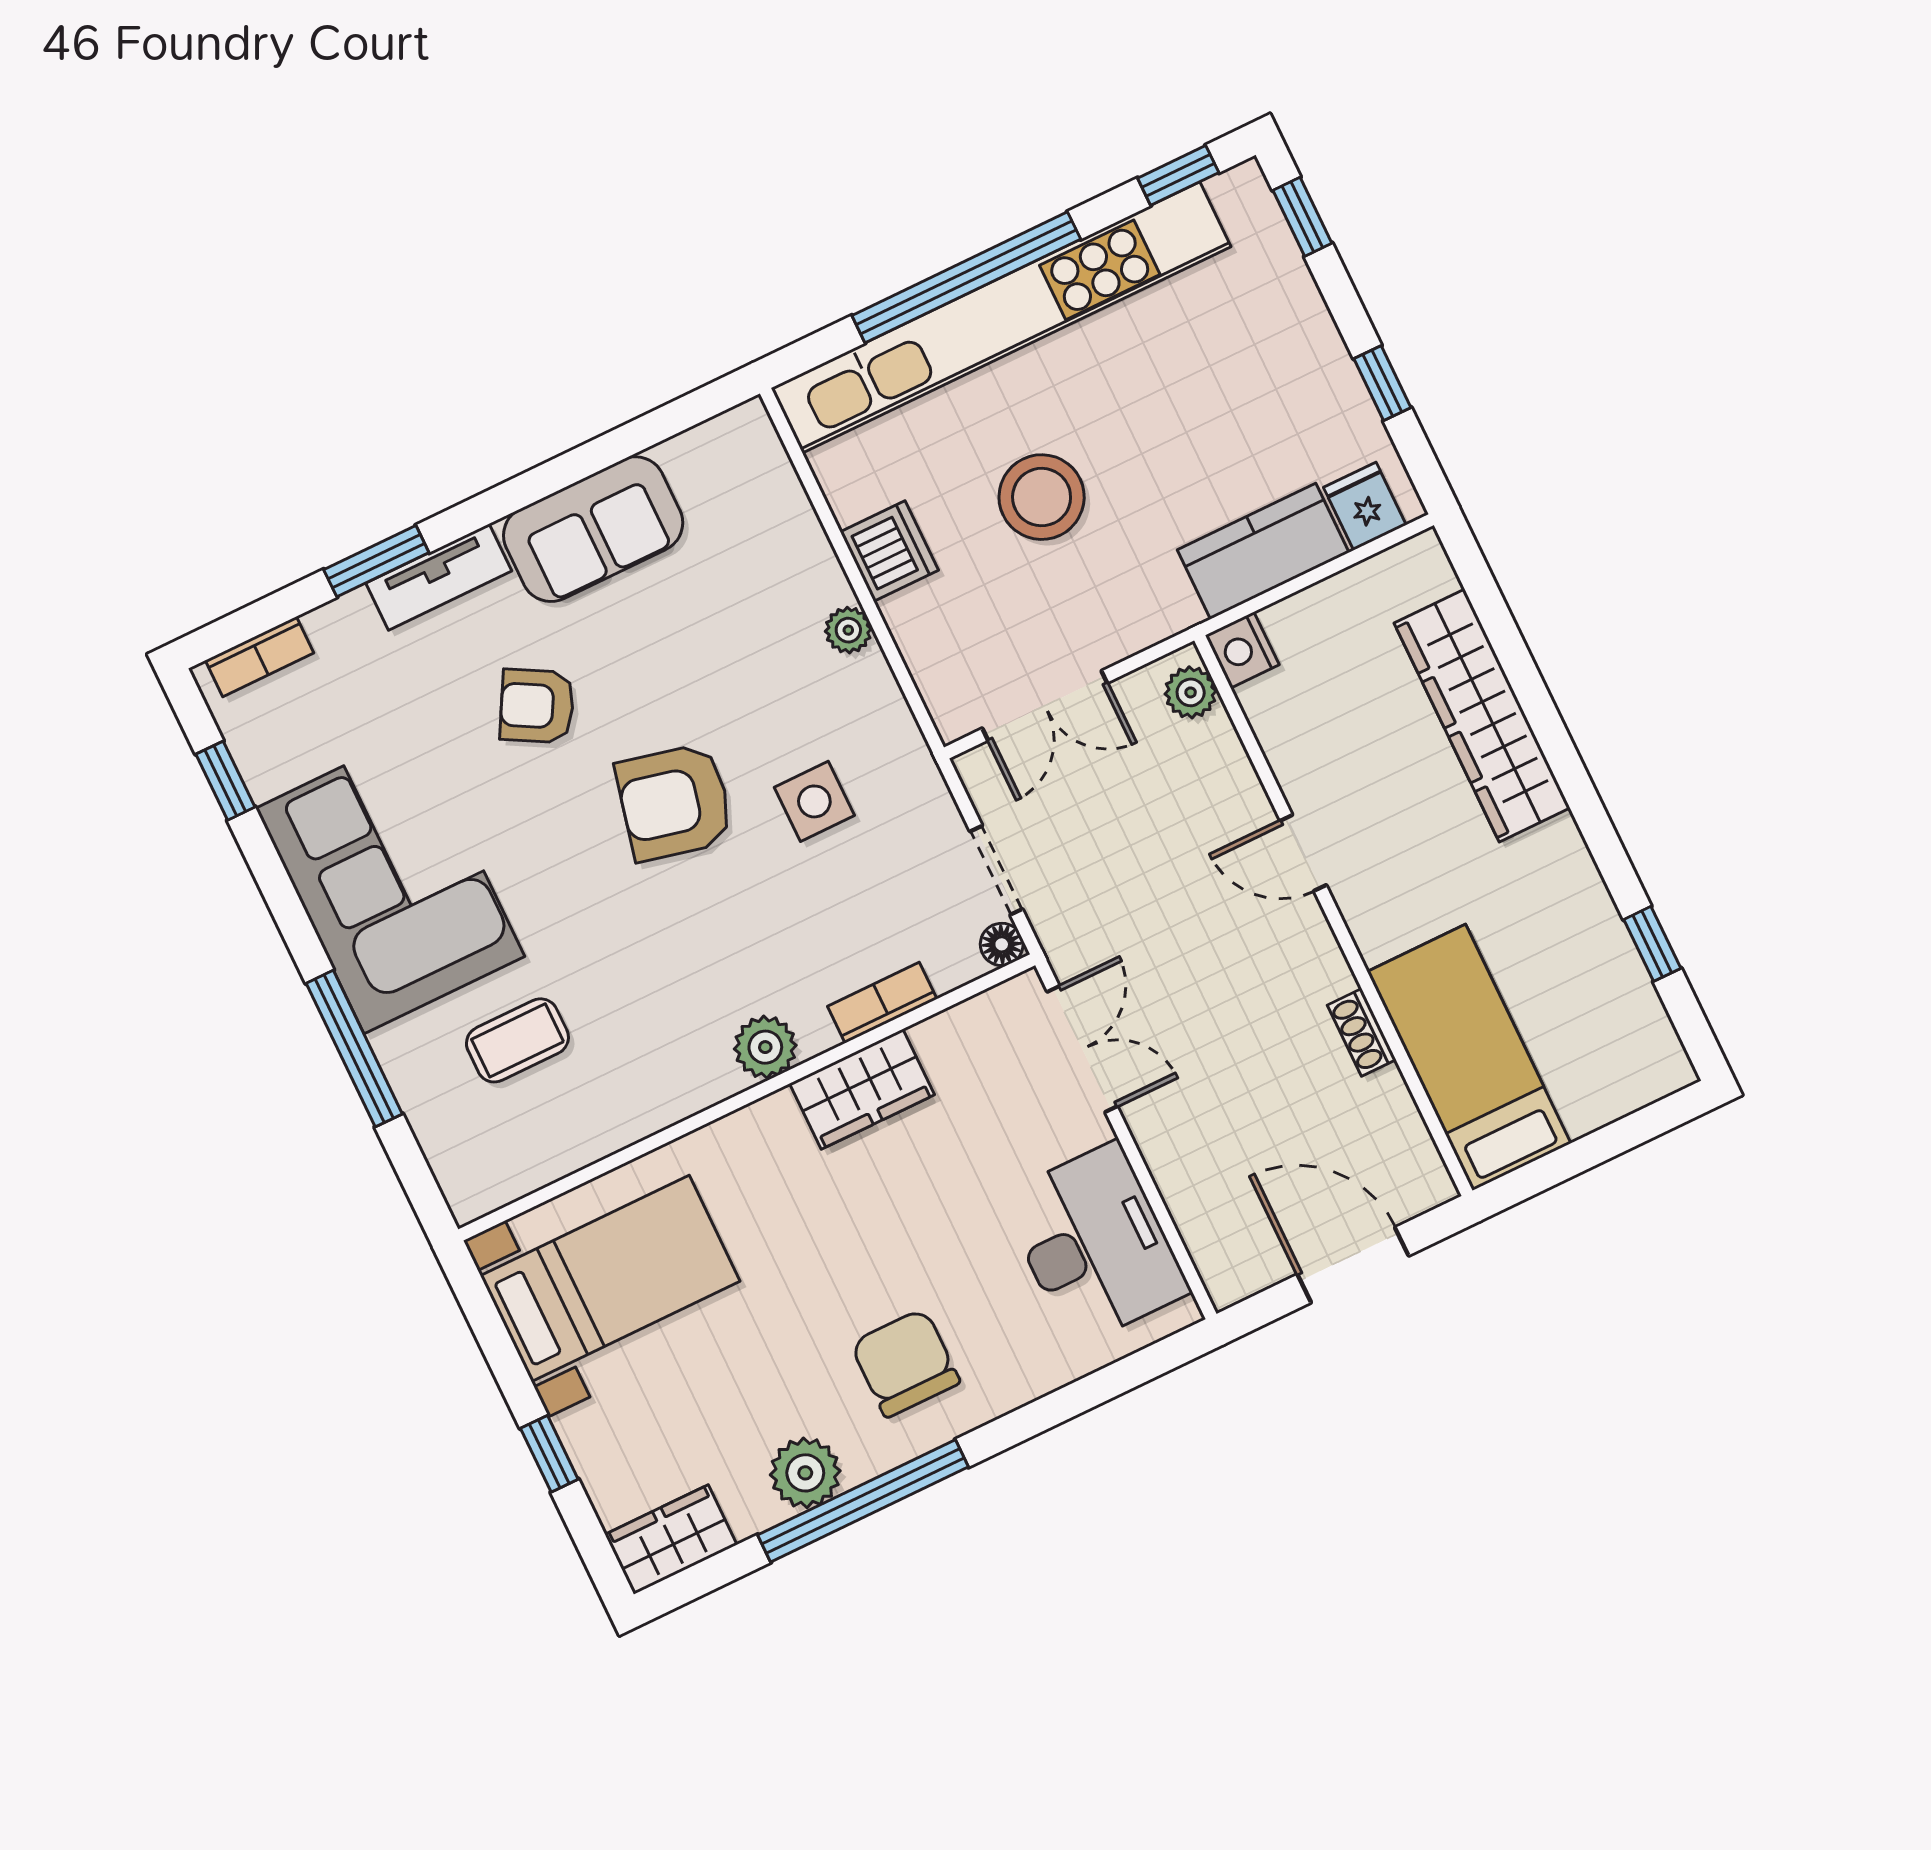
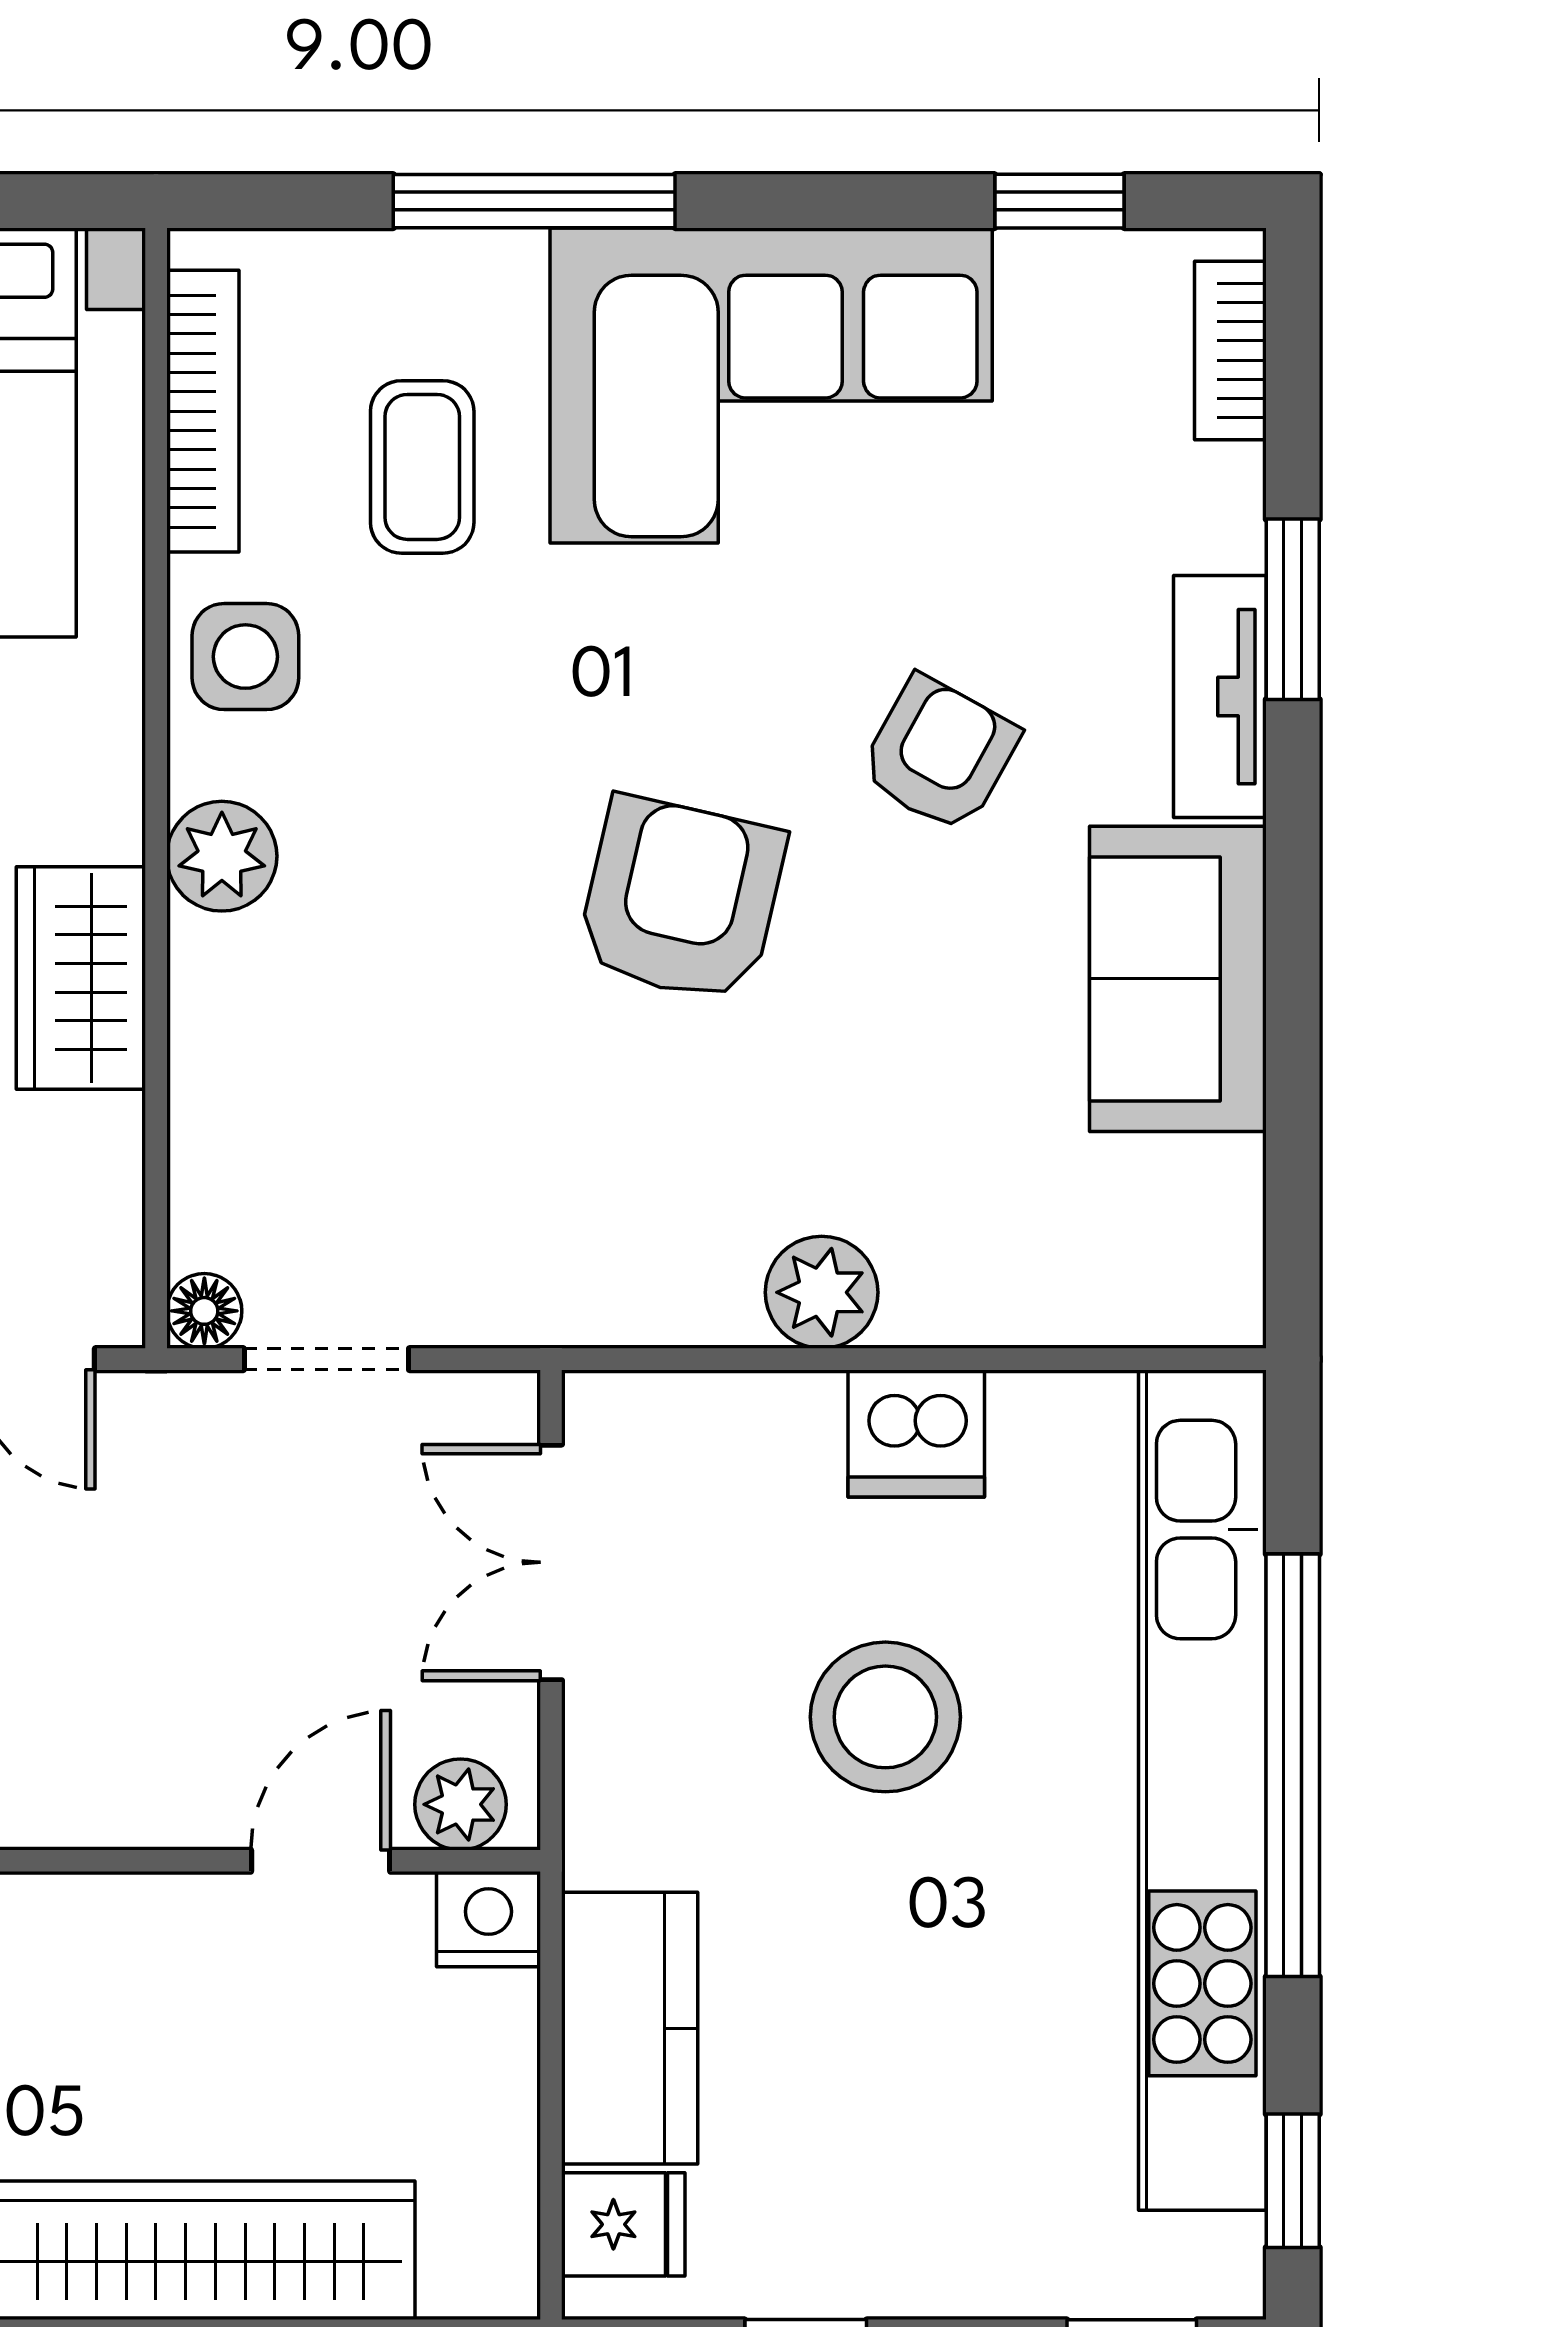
plant: (848, 630) -> (822, 1292), width x1.38, depth x1.38
side table: (814, 801) -> (245, 657), moved
door: (1303, 853) -> (321, 1861), moved
bookcase: (882, 1003) -> (203, 411), moved, width x1.56

